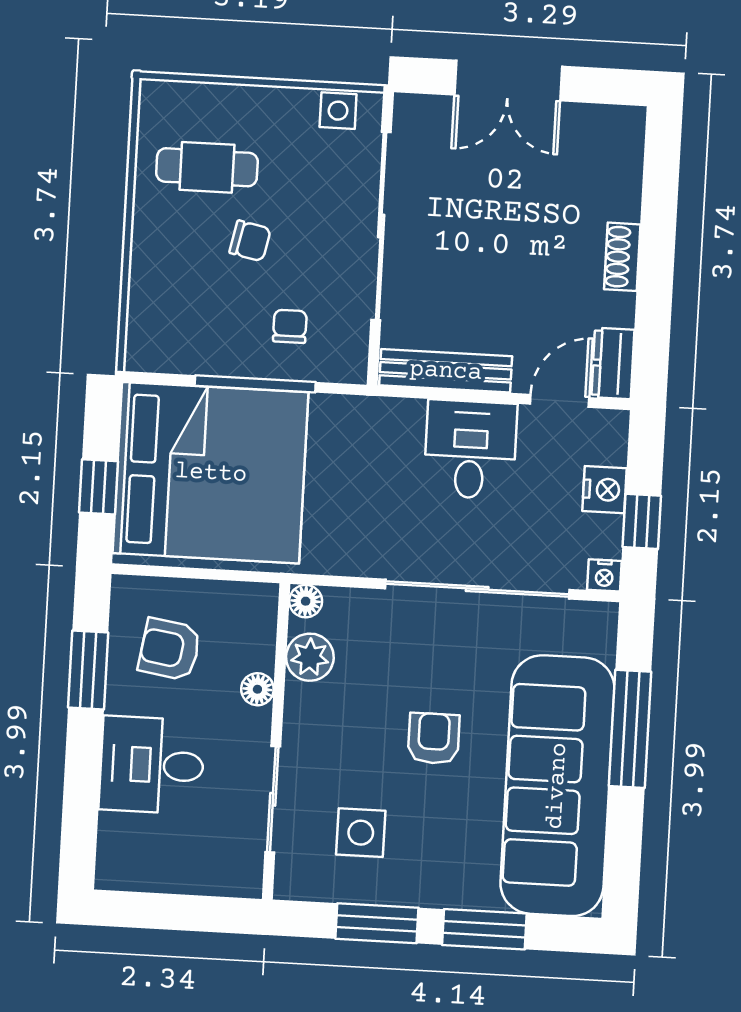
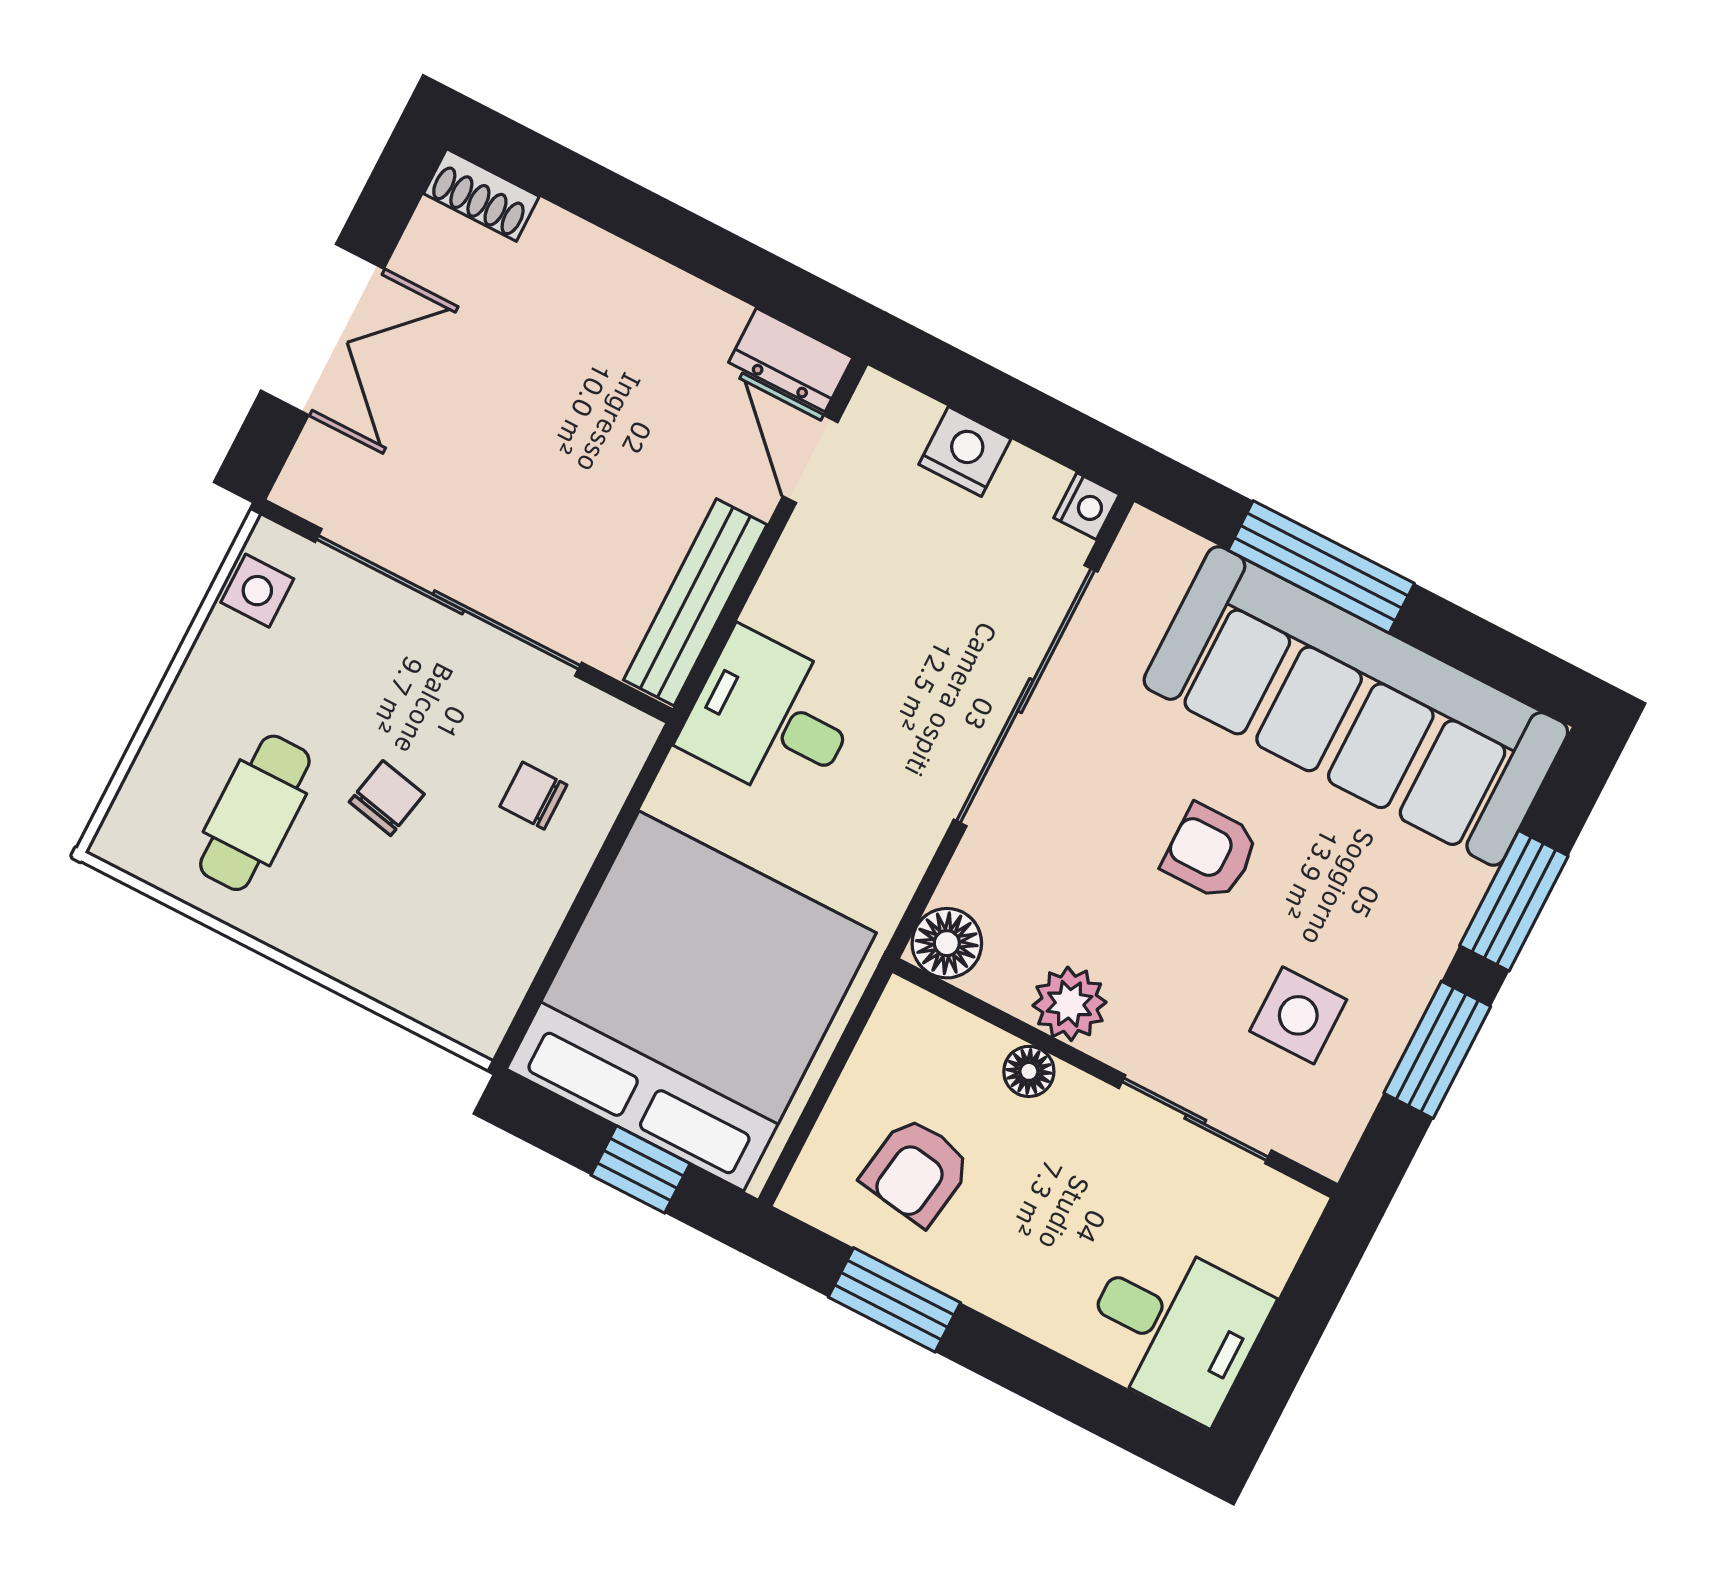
shoe rack: (622, 257) -> (481, 195), moved
window: (255, 384) -> (593, 881), removed
desk: (470, 449) -> (771, 718), moved
window: (642, 521) -> (1034, 419), removed
floor lamp: (306, 601) -> (947, 943), width x1.37, depth x1.37
plant: (310, 657) -> (1070, 1004), moved
desk: (152, 765) -> (1174, 1328), moved, turned -90

